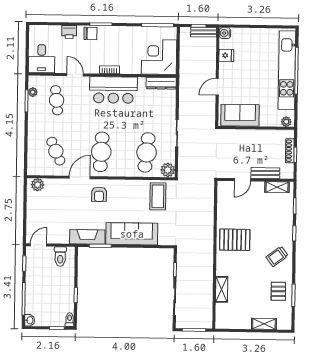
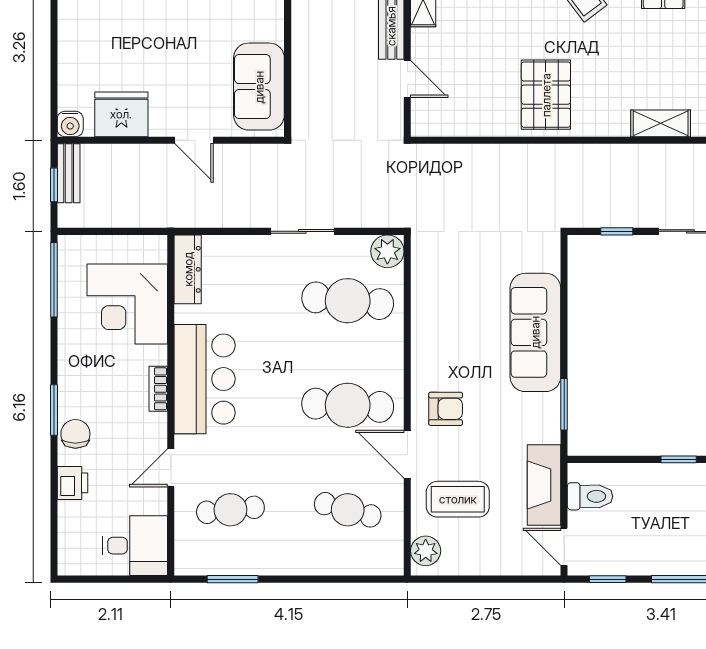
fridge: (226, 55) -> (121, 114), width x1.88, depth x1.34
corner desk: (159, 57) -> (127, 304), moved
plant: (33, 92) -> (212, 565), removed
cafe table: (56, 151) -> (348, 510), turned 39
coffee table: (158, 196) -> (458, 499), moved
fireplace: (87, 237) -> (544, 485), moved

